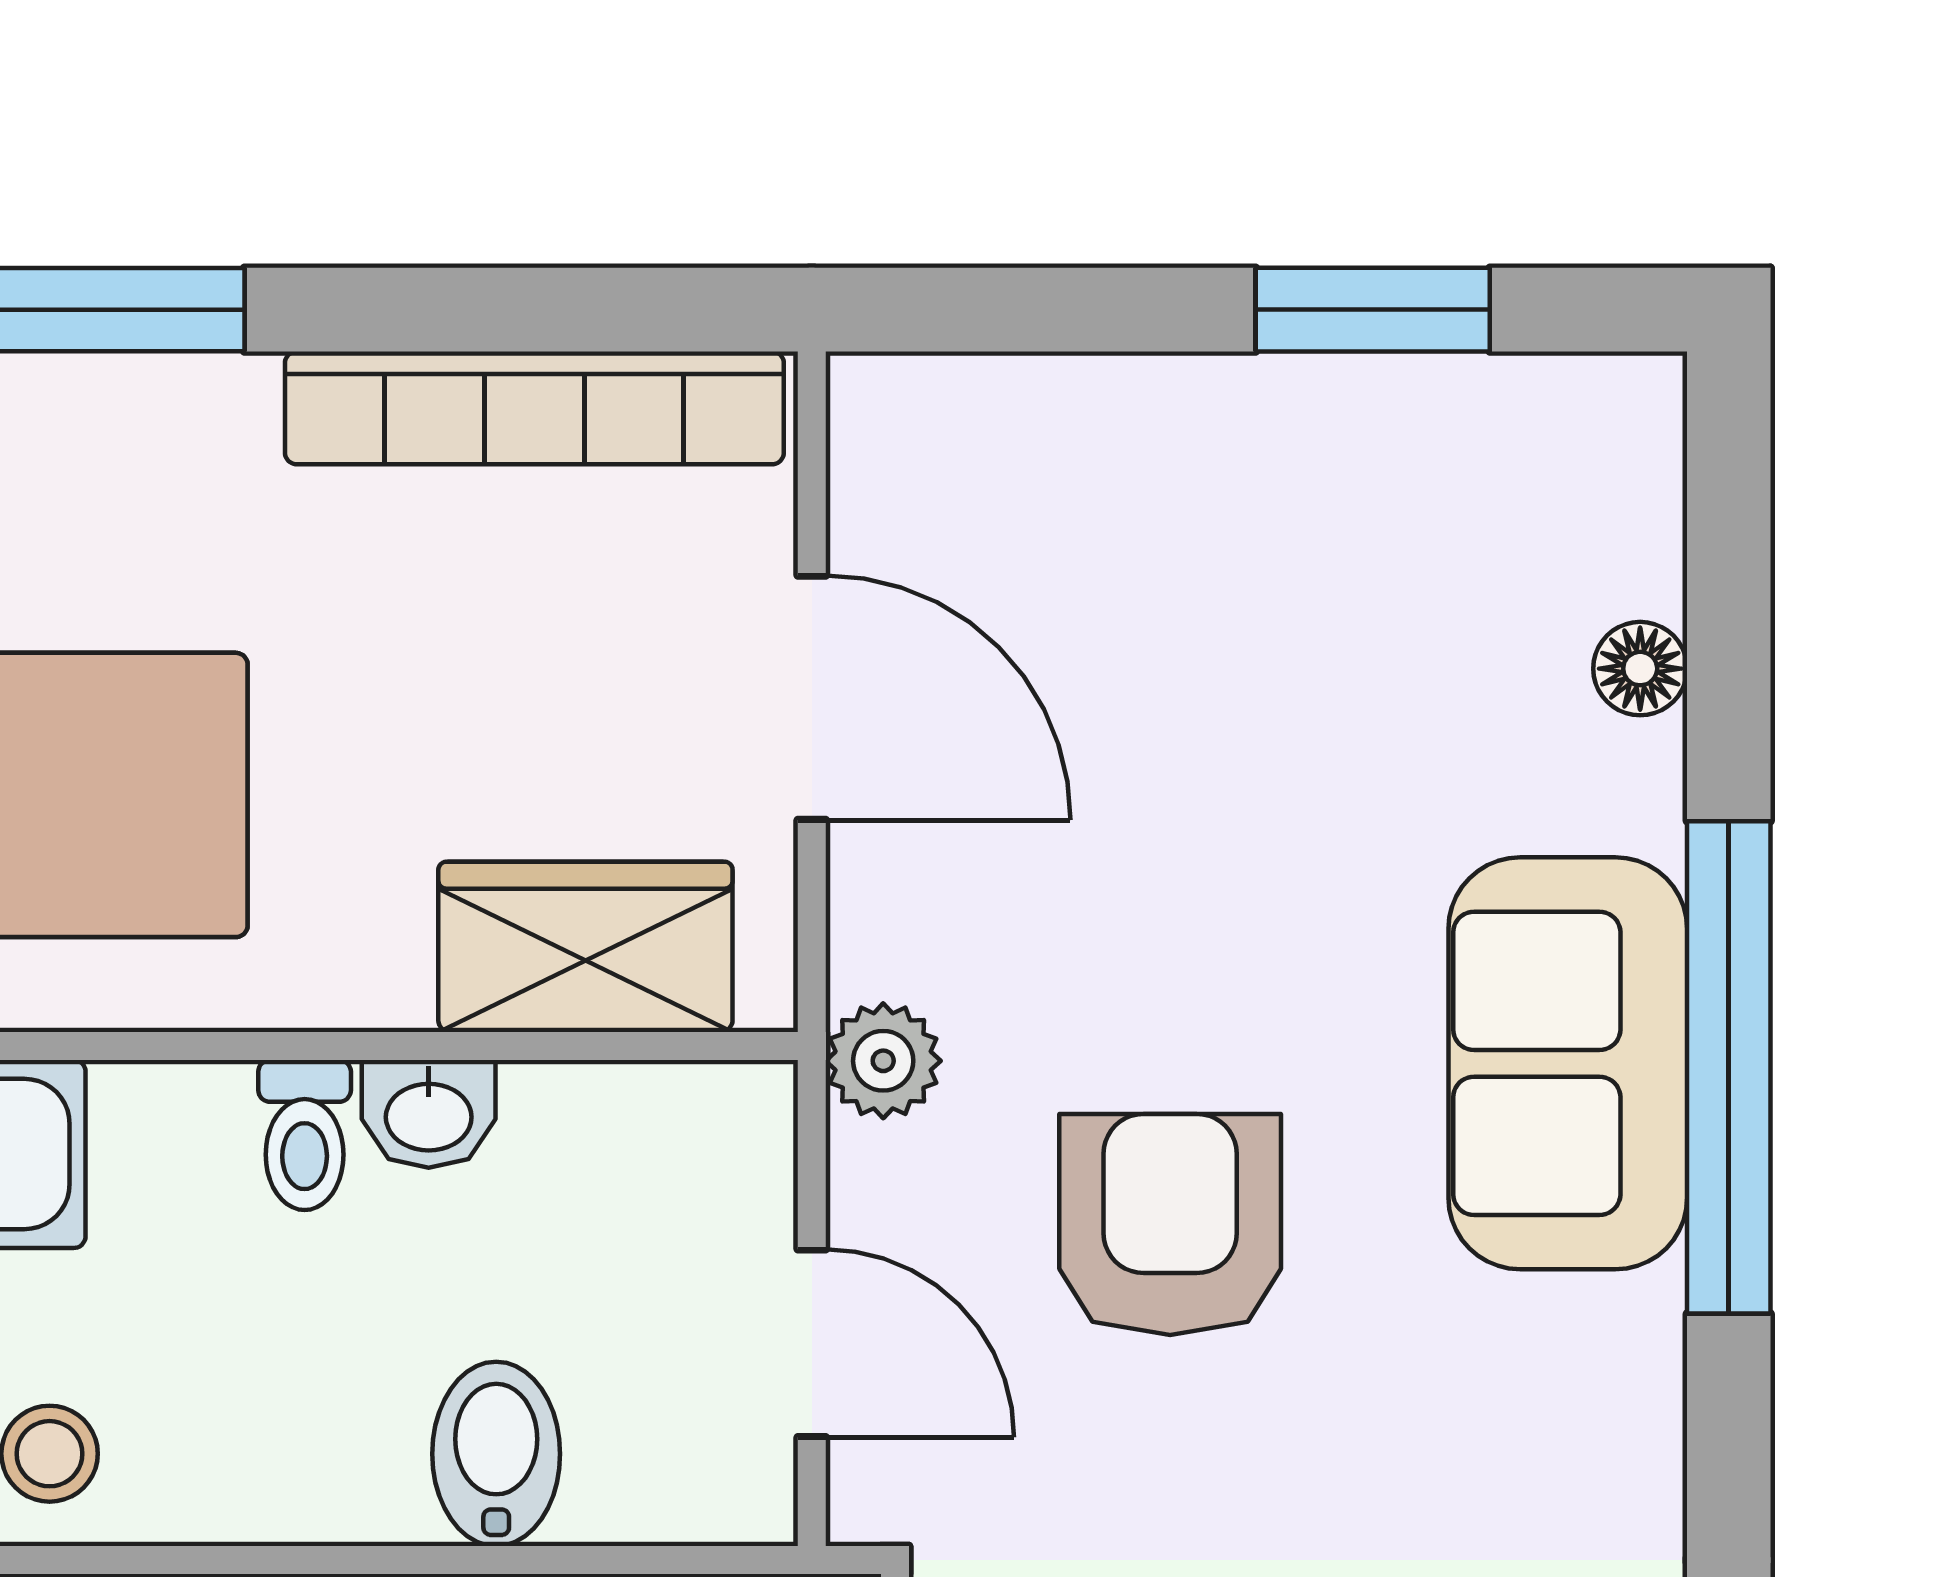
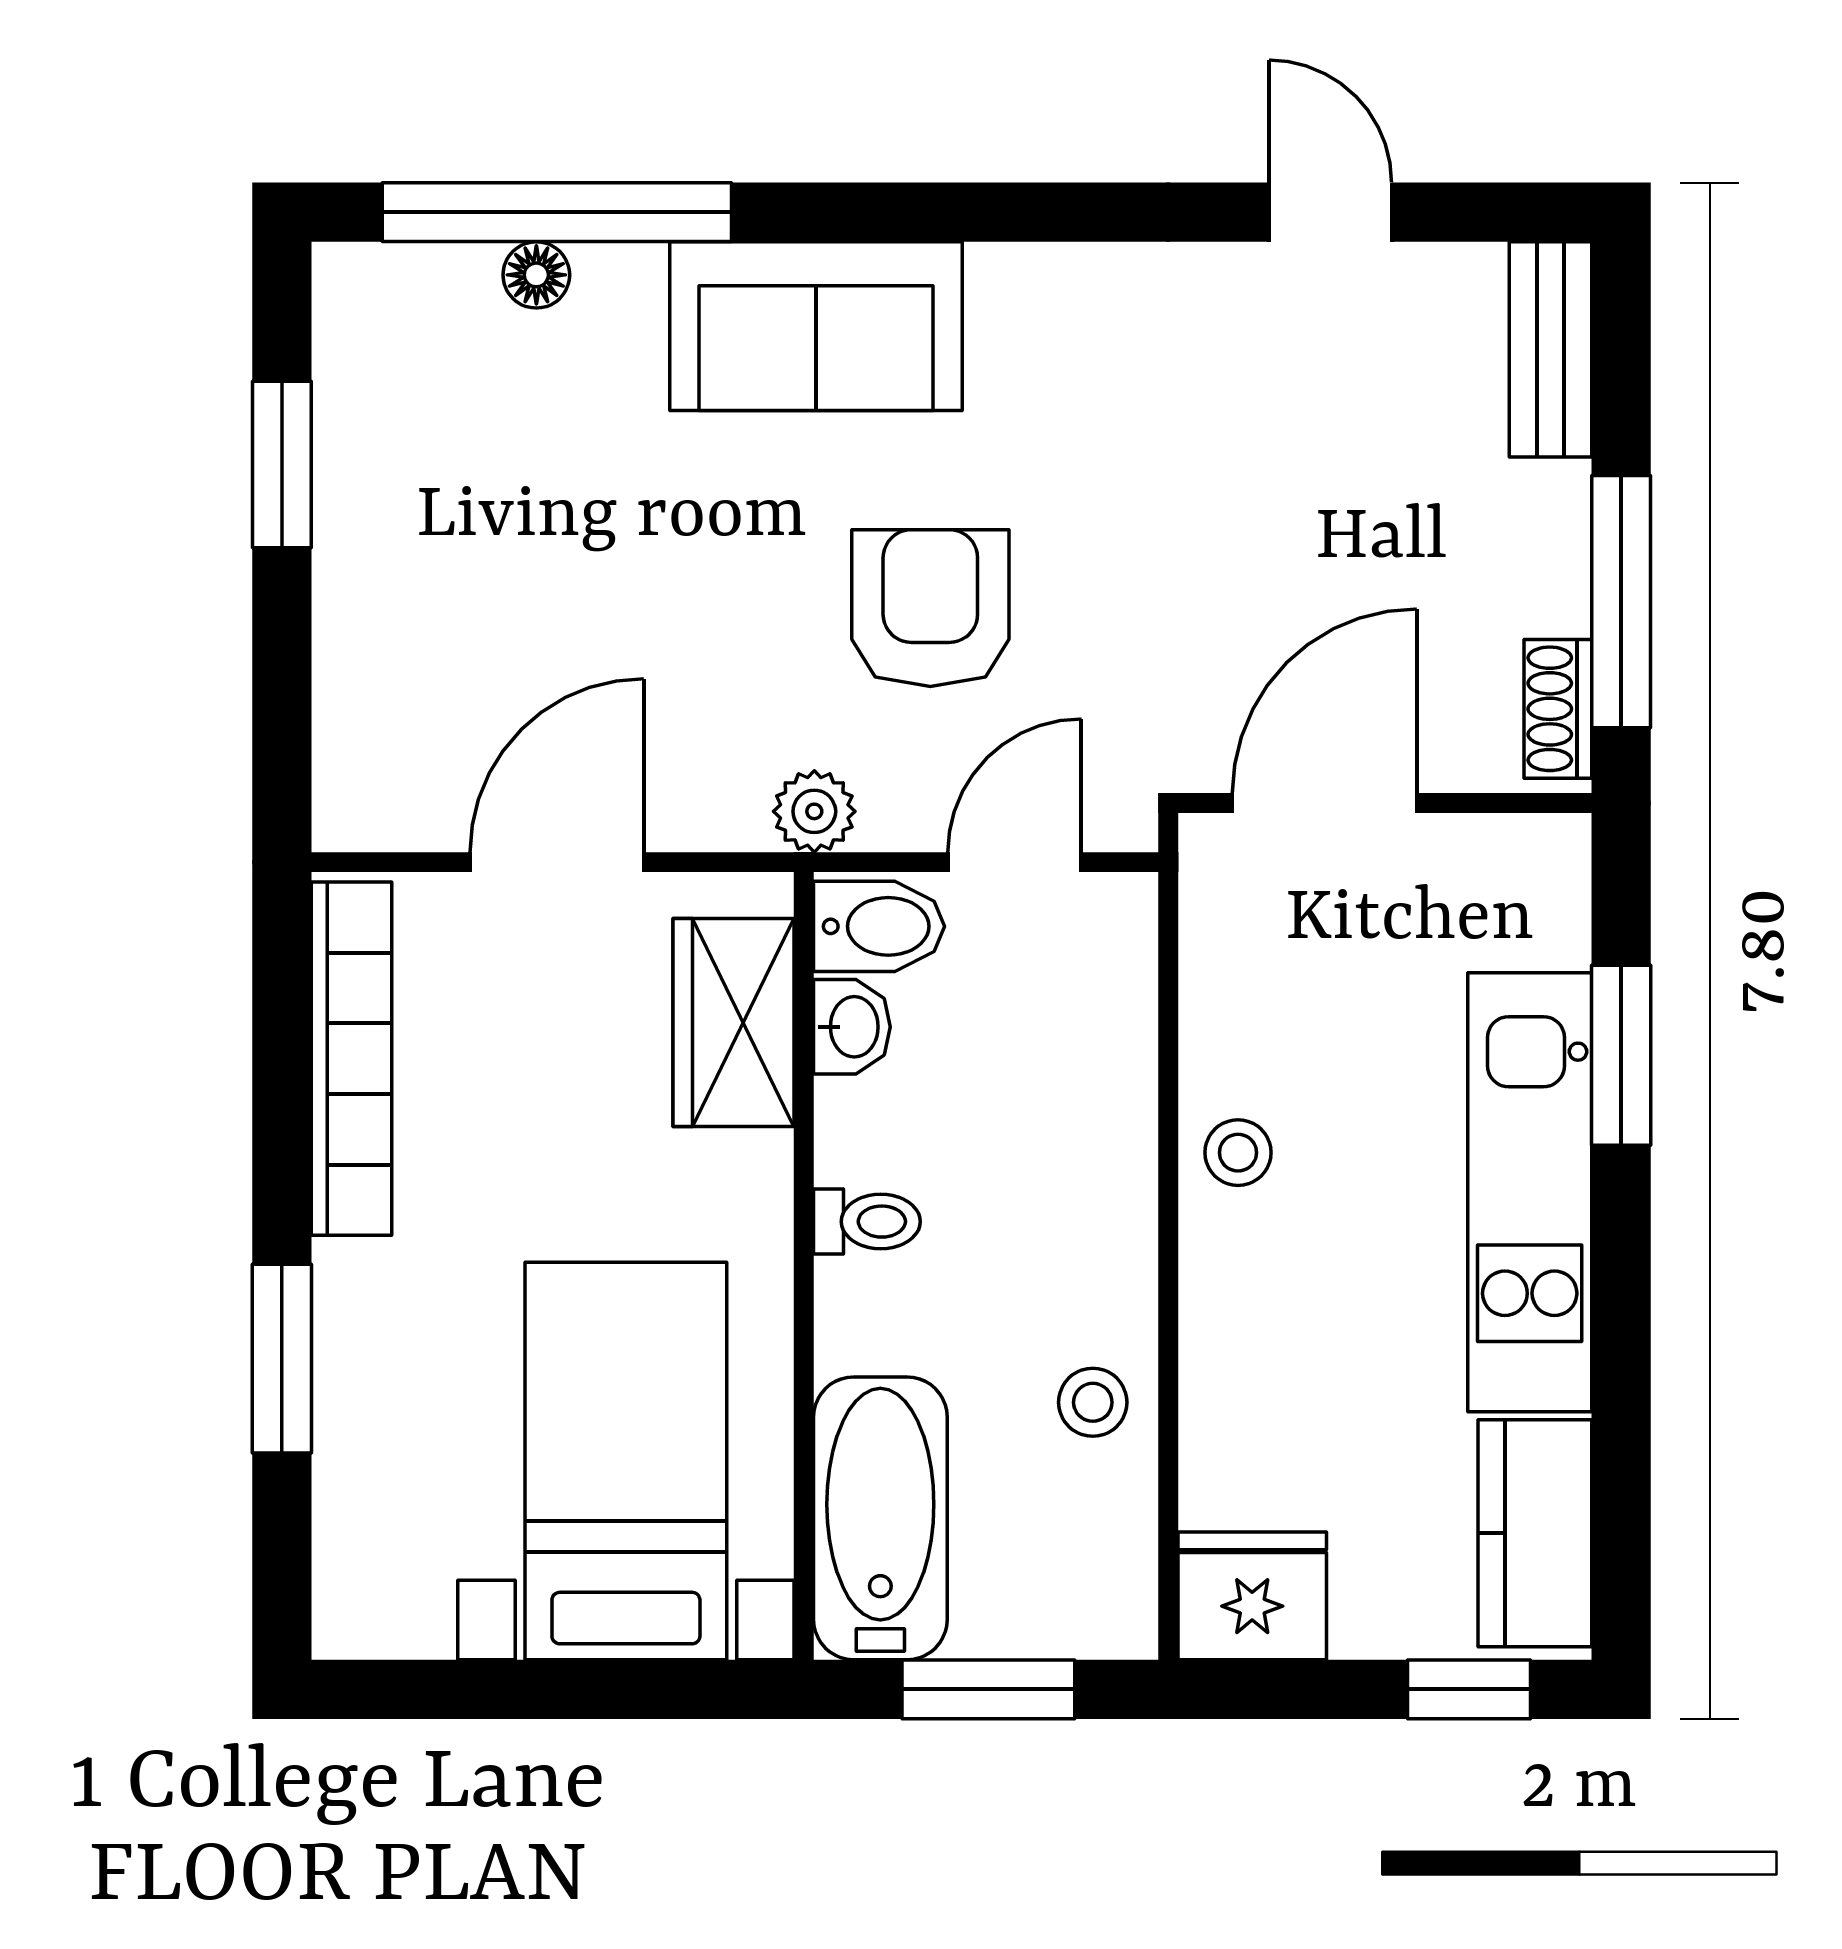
window: (1729, 1067) -> (557, 212), moved
washbasin: (429, 1114) -> (852, 1027), moved
armchair: (1170, 1224) -> (930, 608), turned 90
bidet: (496, 1454) -> (879, 926), moved, turned 180

